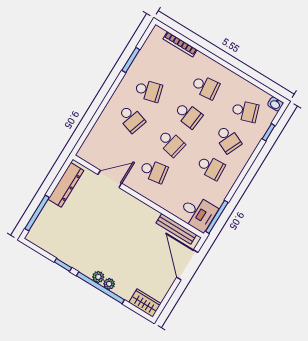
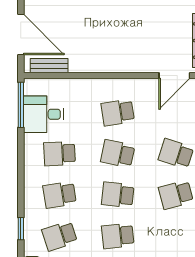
school desk: (228, 139) -> (60, 195), turned -33
door: (110, 179) -> (174, 75), moved
desk: (198, 213) -> (43, 114), moved
bench: (176, 229) -> (49, 66), width x0.73

